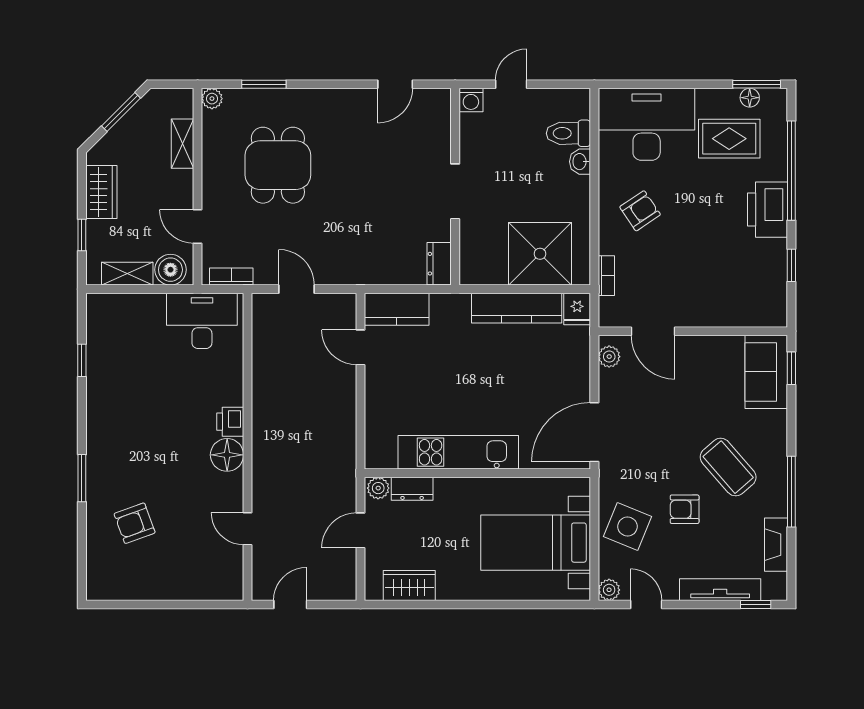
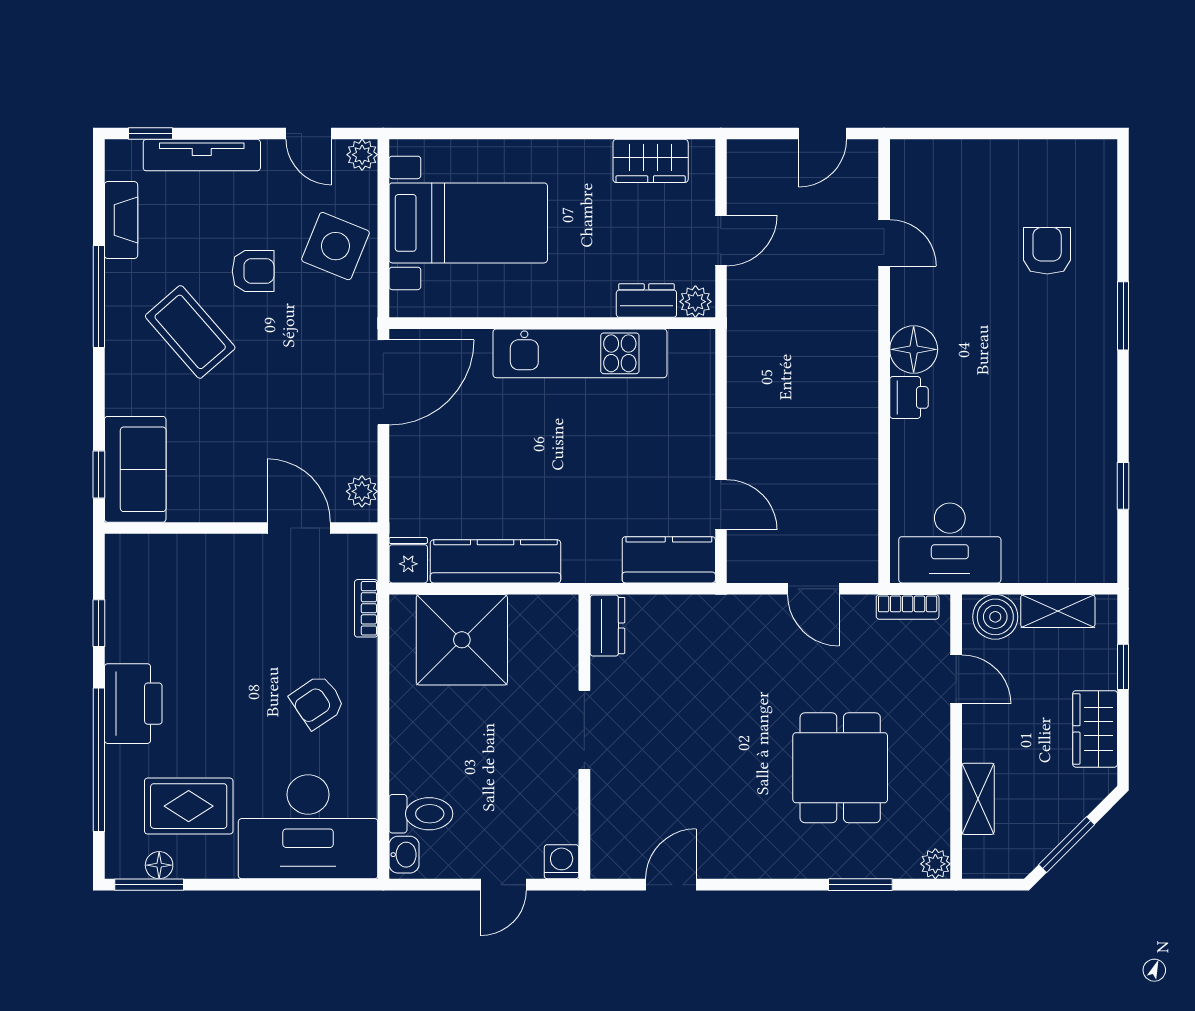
washbasin: (580, 162) -> (404, 855), moved
armchair: (135, 523) -> (1047, 251), turned -70

